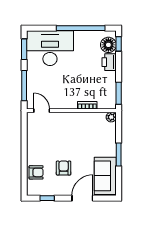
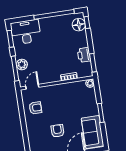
desk: (50, 48) -> (26, 32), width x0.73, depth x0.77
printer: (109, 62) -> (84, 55), moved
plant: (33, 82) -> (22, 64), added
door: (42, 111) -> (32, 87), hinge flipped
armchair: (36, 172) -> (35, 108), moved

